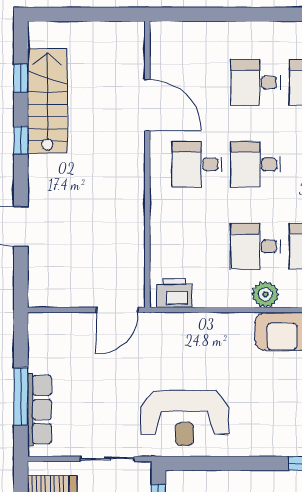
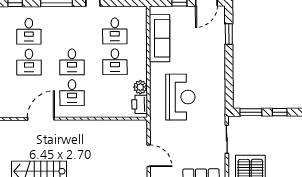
plant: (265, 294) -> (140, 87), moved
door: (117, 310) -> (149, 156), moved
reception desk: (185, 418) -> (180, 97), moved

